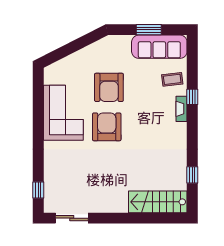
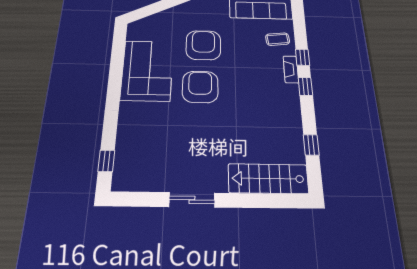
armchair: (109, 87) -> (203, 45), turned 180
window: (192, 124) -> (305, 86), added
sliding door: (72, 218) -> (192, 200), moved

